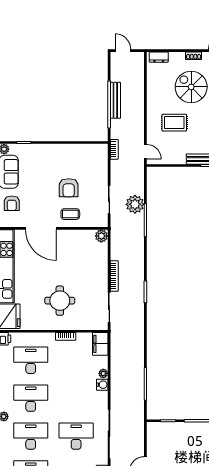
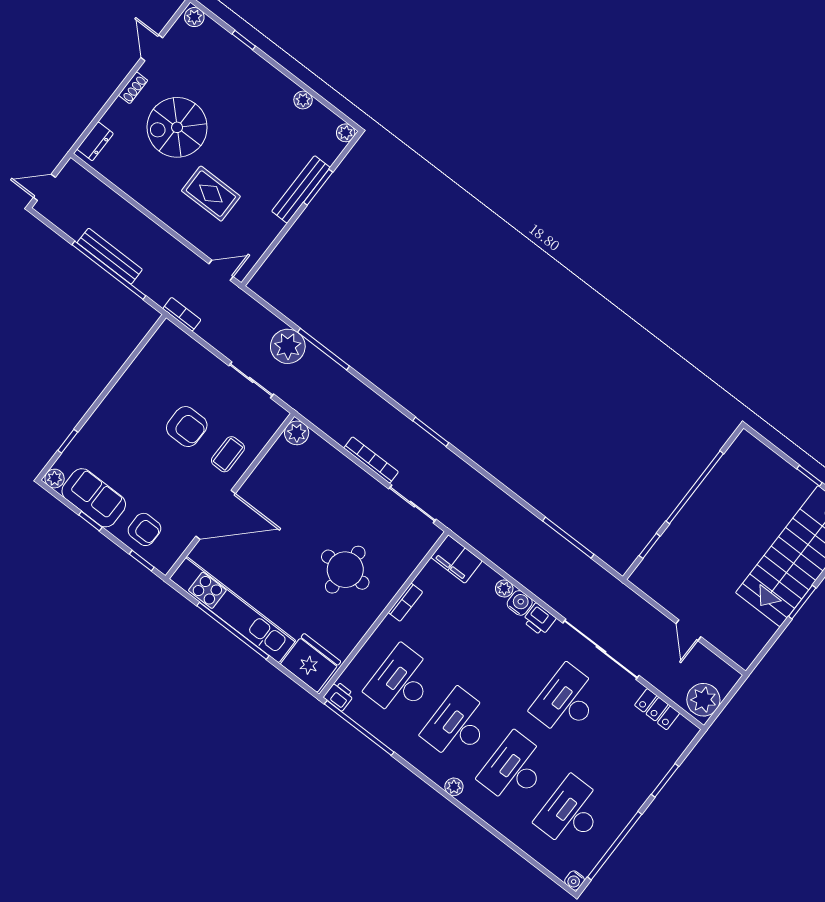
rug: (174, 123) -> (211, 194), turned 90
printer: (102, 398) -> (539, 619), added

